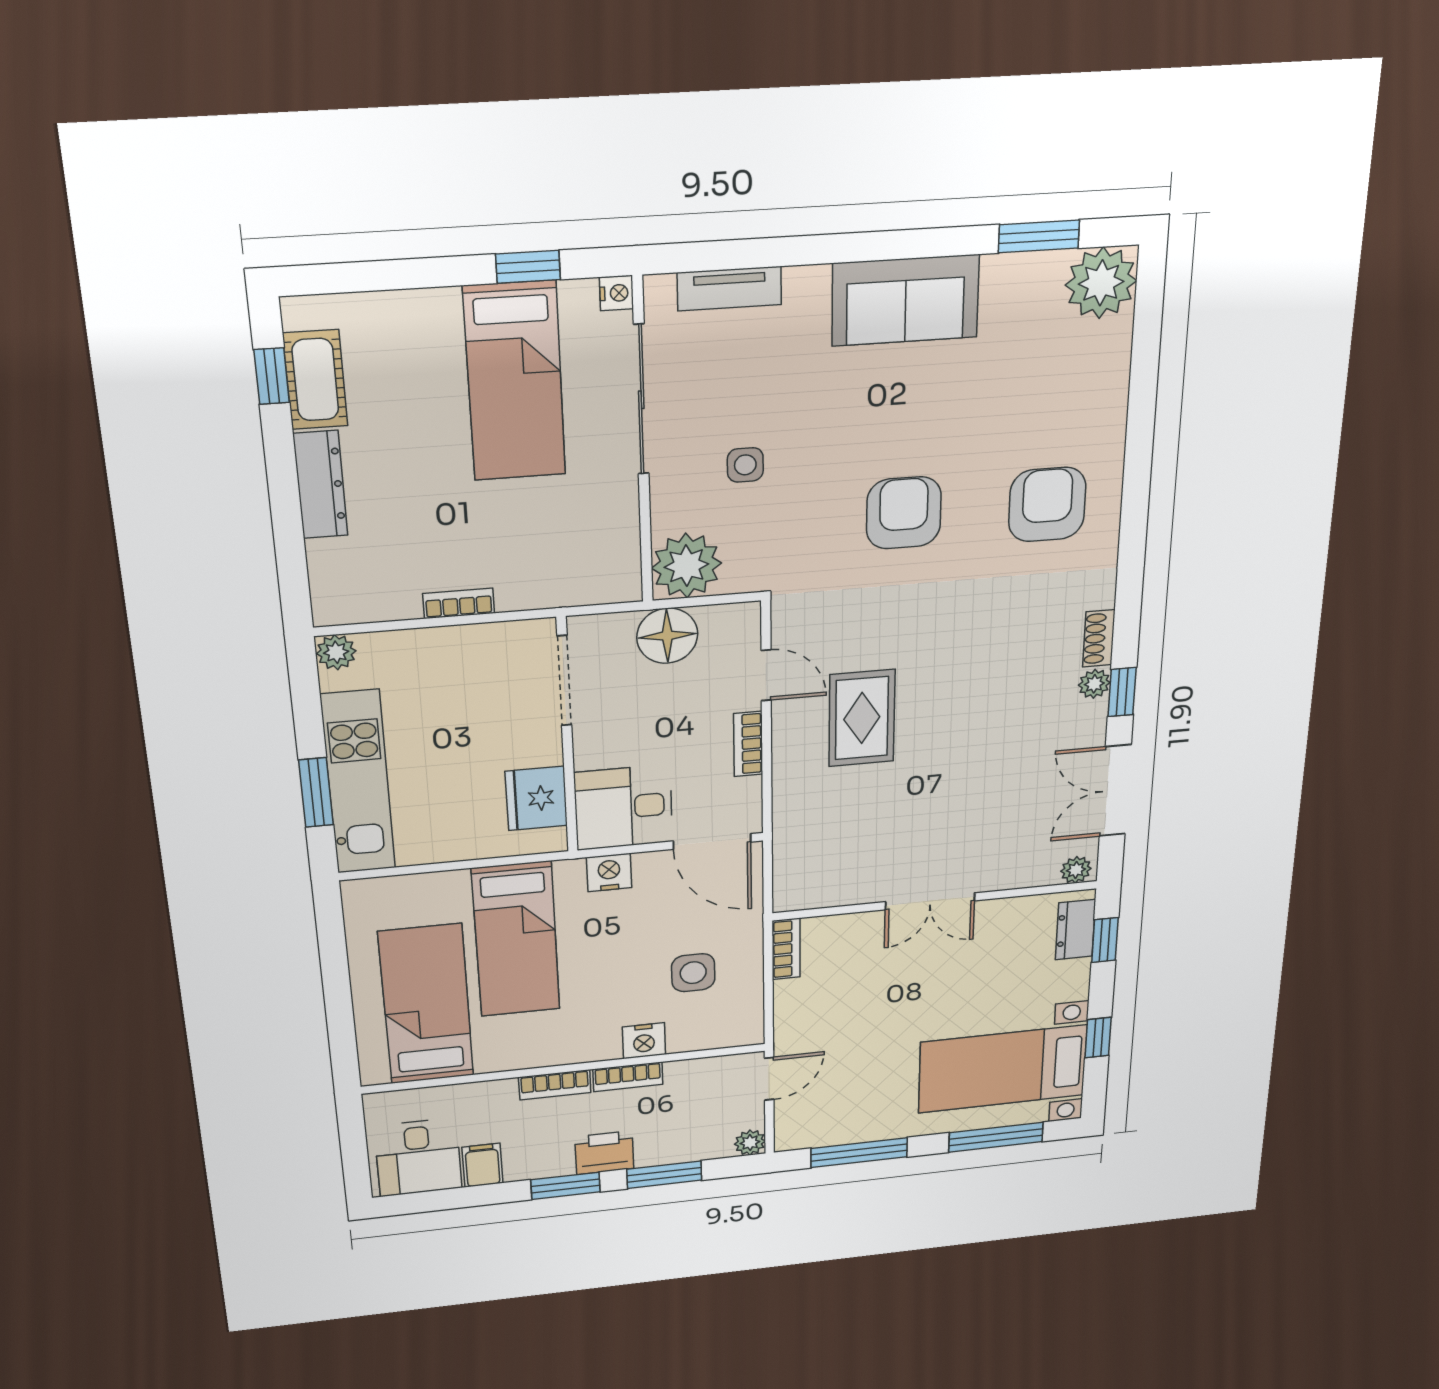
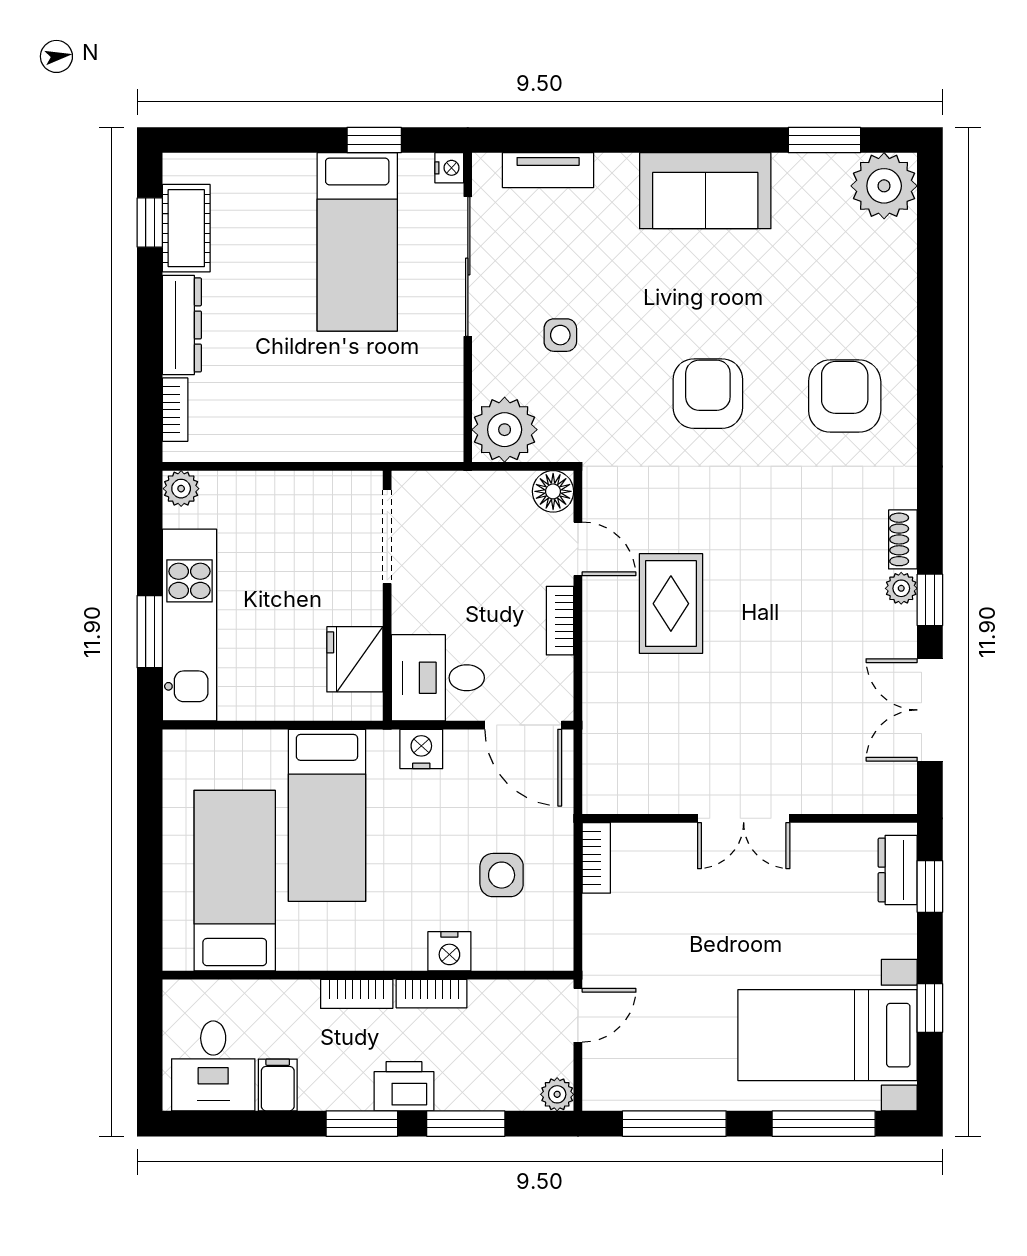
bookcase: (459, 603) -> (175, 410), moved, turned 90
floor lamp: (667, 636) -> (553, 491), moved, width x0.73, depth x0.73
plant: (1076, 870) -> (894, 798), removed

